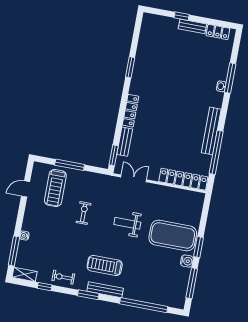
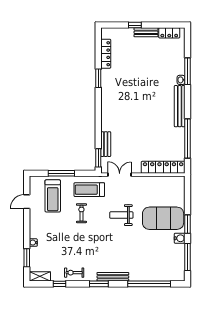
locker: (131, 111) -> (106, 54), moved
bench: (211, 131) -> (180, 106), moved
window: (14, 251) -> (27, 258), width x0.69
treadmill: (105, 265) -> (89, 190), moved

